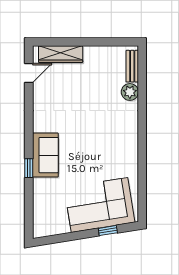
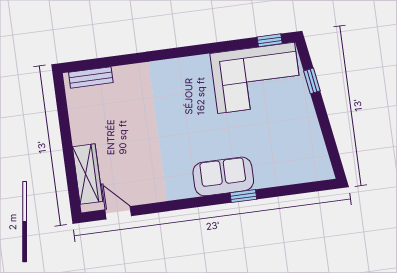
plant: (130, 92) -> (125, 76), removed
window: (142, 203) -> (270, 40), added
corner sofa: (99, 205) -> (256, 78), moved, turned -81

